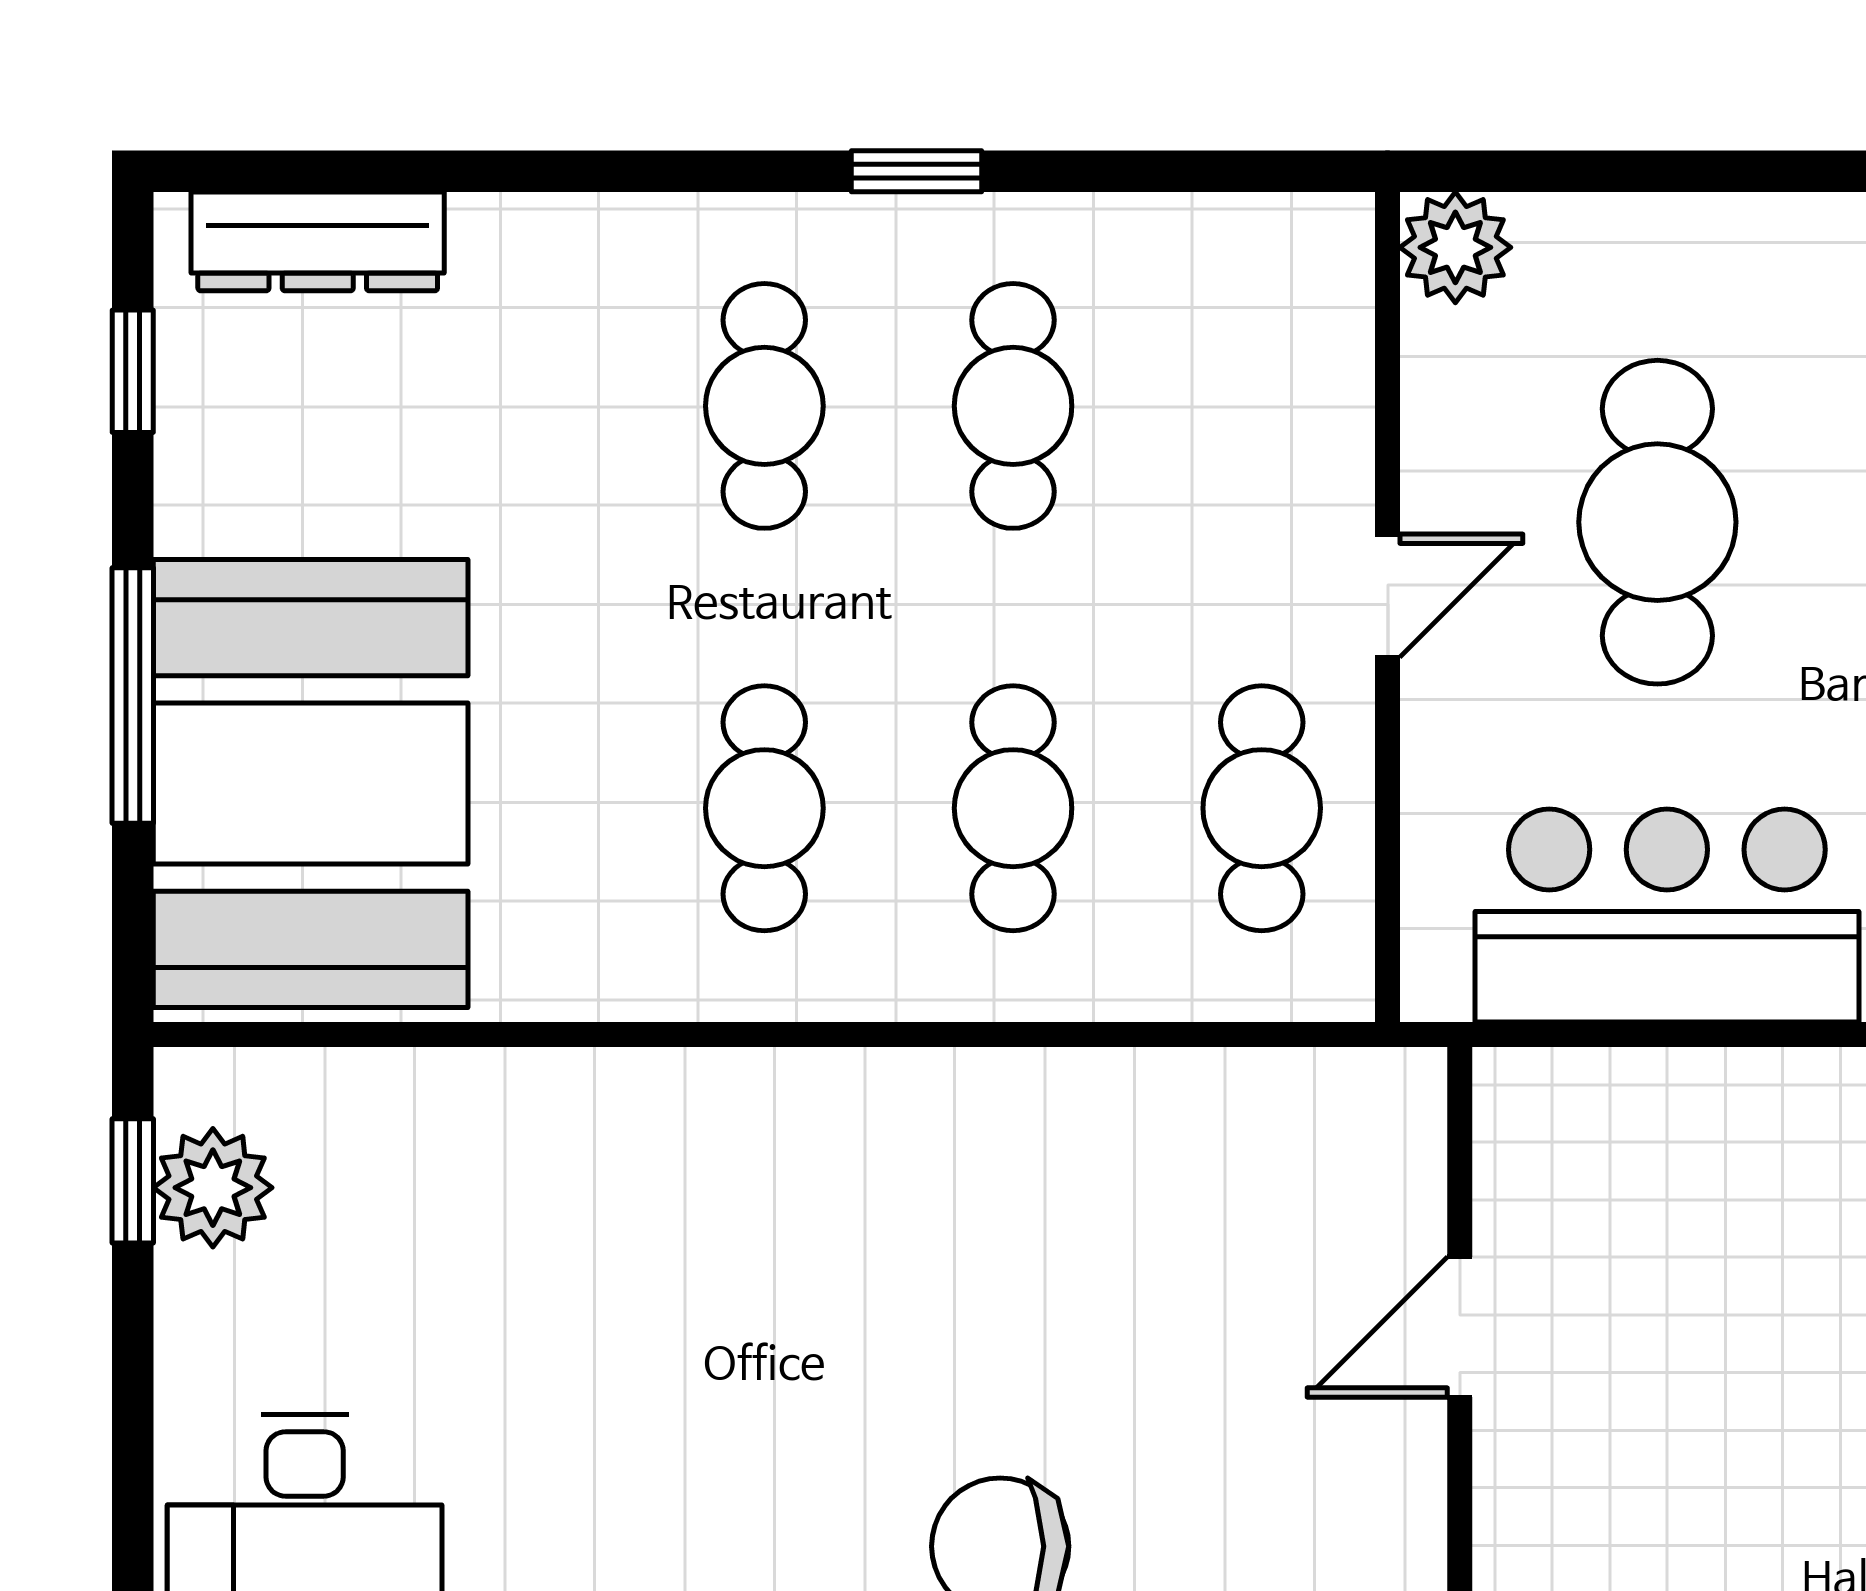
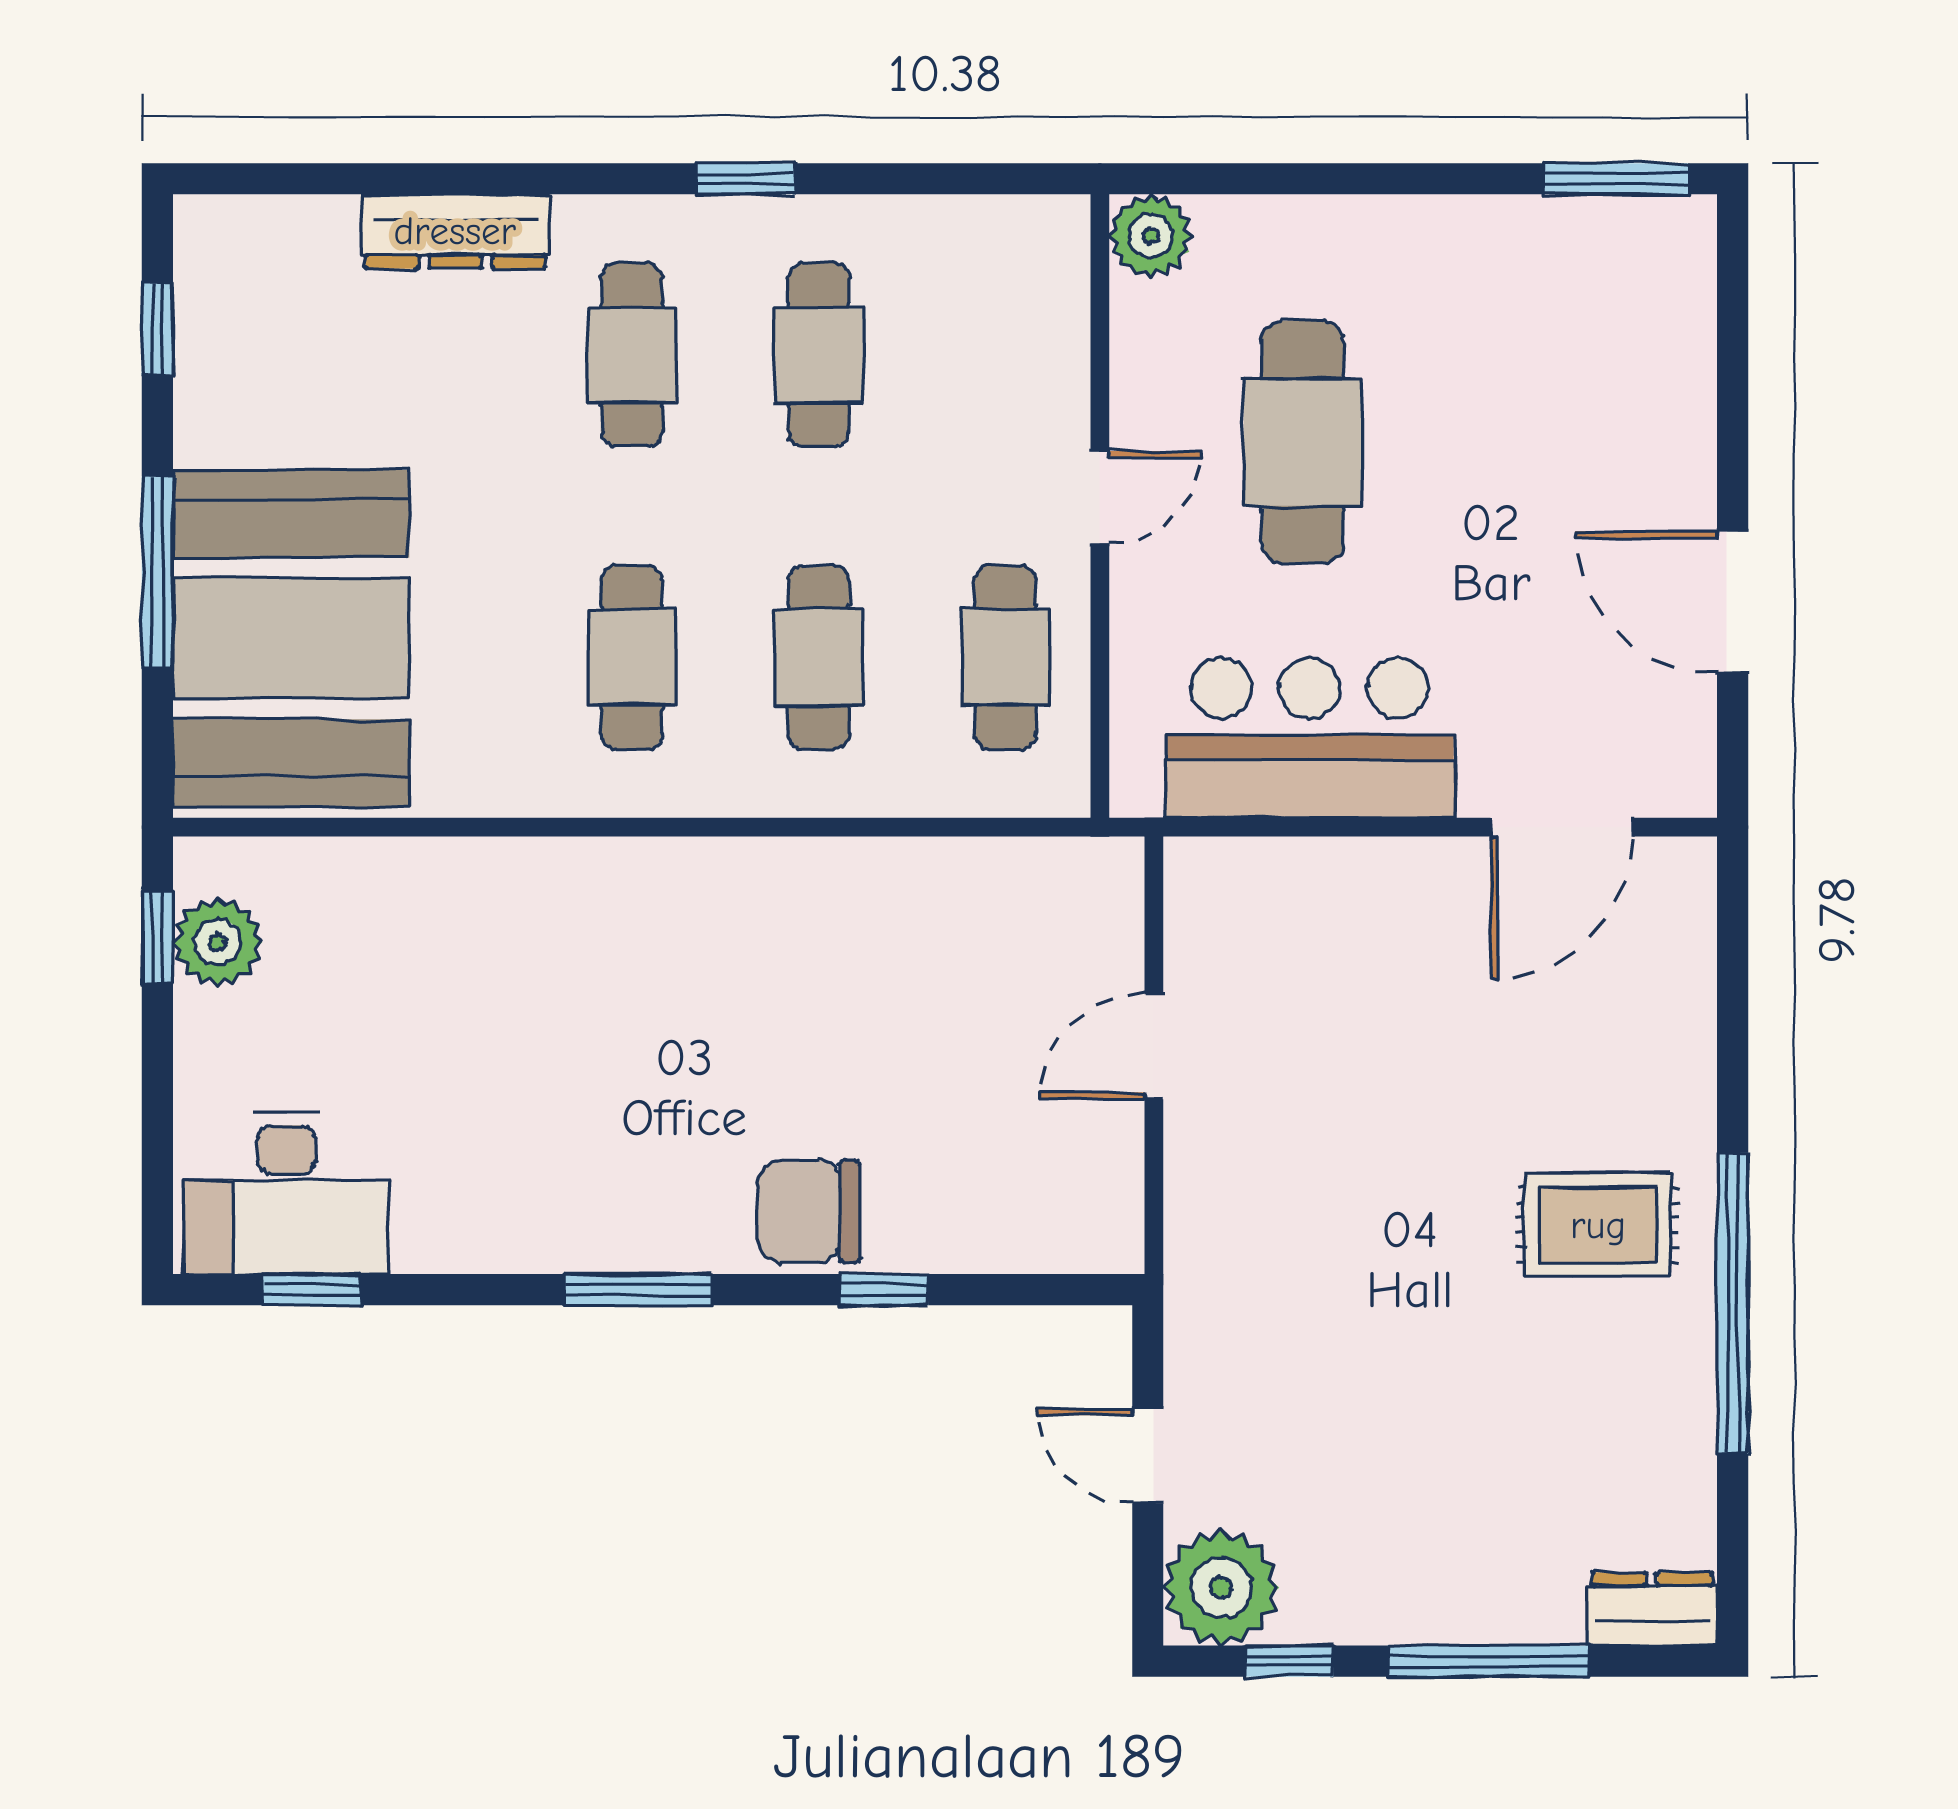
dresser: (318, 241) -> (455, 231), moved

